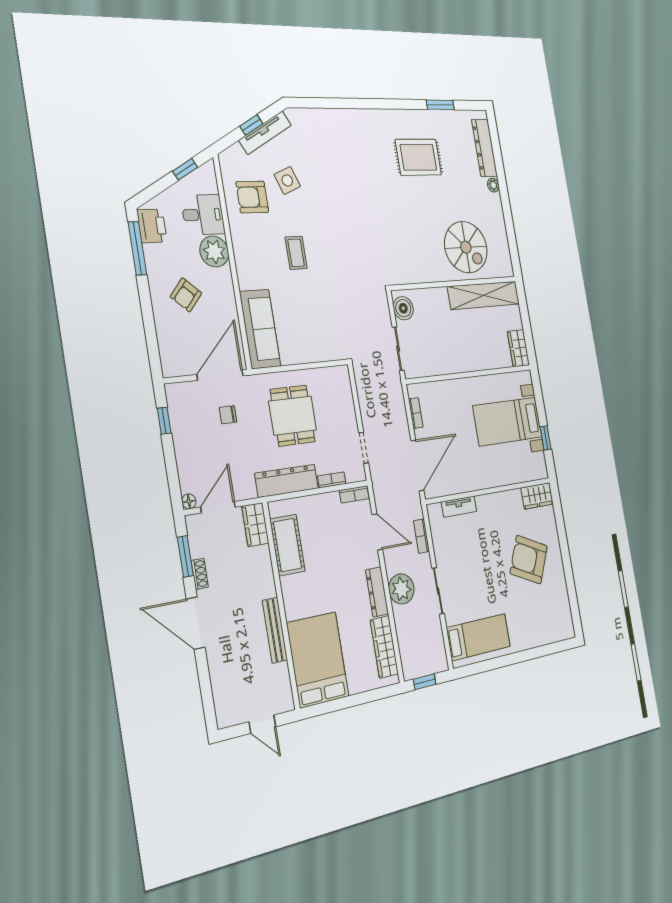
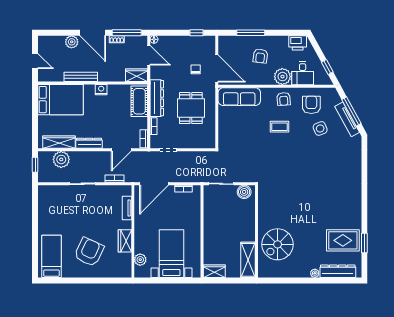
window: (251, 125) -> (351, 111), width x2.17
rug: (418, 157) -> (343, 240), moved, turned 90
window: (137, 248) -> (251, 33), moved
armchair: (251, 248) -> (284, 99), added
armchair: (186, 295) -> (260, 56), turned -125
shelving: (484, 295) -> (248, 260), width x0.68
dining table: (293, 416) -> (191, 108), turned 90
window: (546, 438) -> (158, 280), removed
door: (417, 465) -> (154, 184), hinge flipped
plant: (524, 472) -> (140, 260), added
wardrobe: (537, 496) -> (125, 241), moved
cot: (288, 545) -> (139, 101), moved, turned 90
window: (185, 556) -> (127, 33), width x1.44
nightstand: (289, 587) -> (101, 90), added
plant: (401, 589) -> (61, 159), moved
door: (196, 623) -> (93, 33), swing flipped
bed: (479, 637) -> (51, 256), moved, turned 180
plant: (218, 661) -> (72, 42), added
door: (262, 724) -> (35, 61), swing flipped

